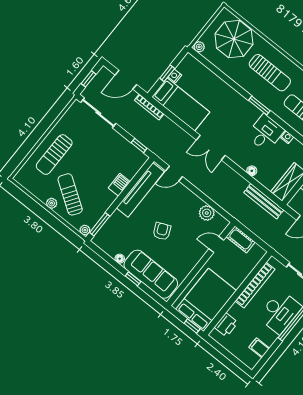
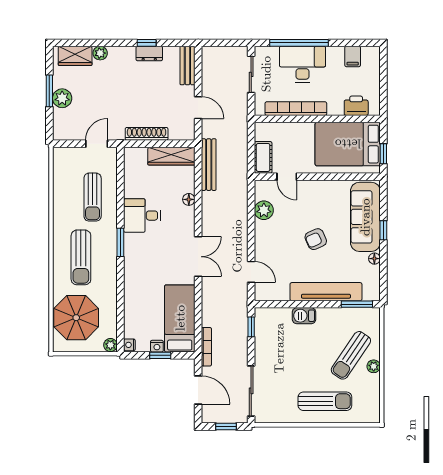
sun lounger: (270, 73) -> (81, 257), turned 180
nightstand: (287, 137) -> (129, 345), moved
tv unit: (140, 190) -> (326, 292), moved
plant: (85, 230) -> (374, 314), removed
window: (192, 326) -> (383, 154), moved

